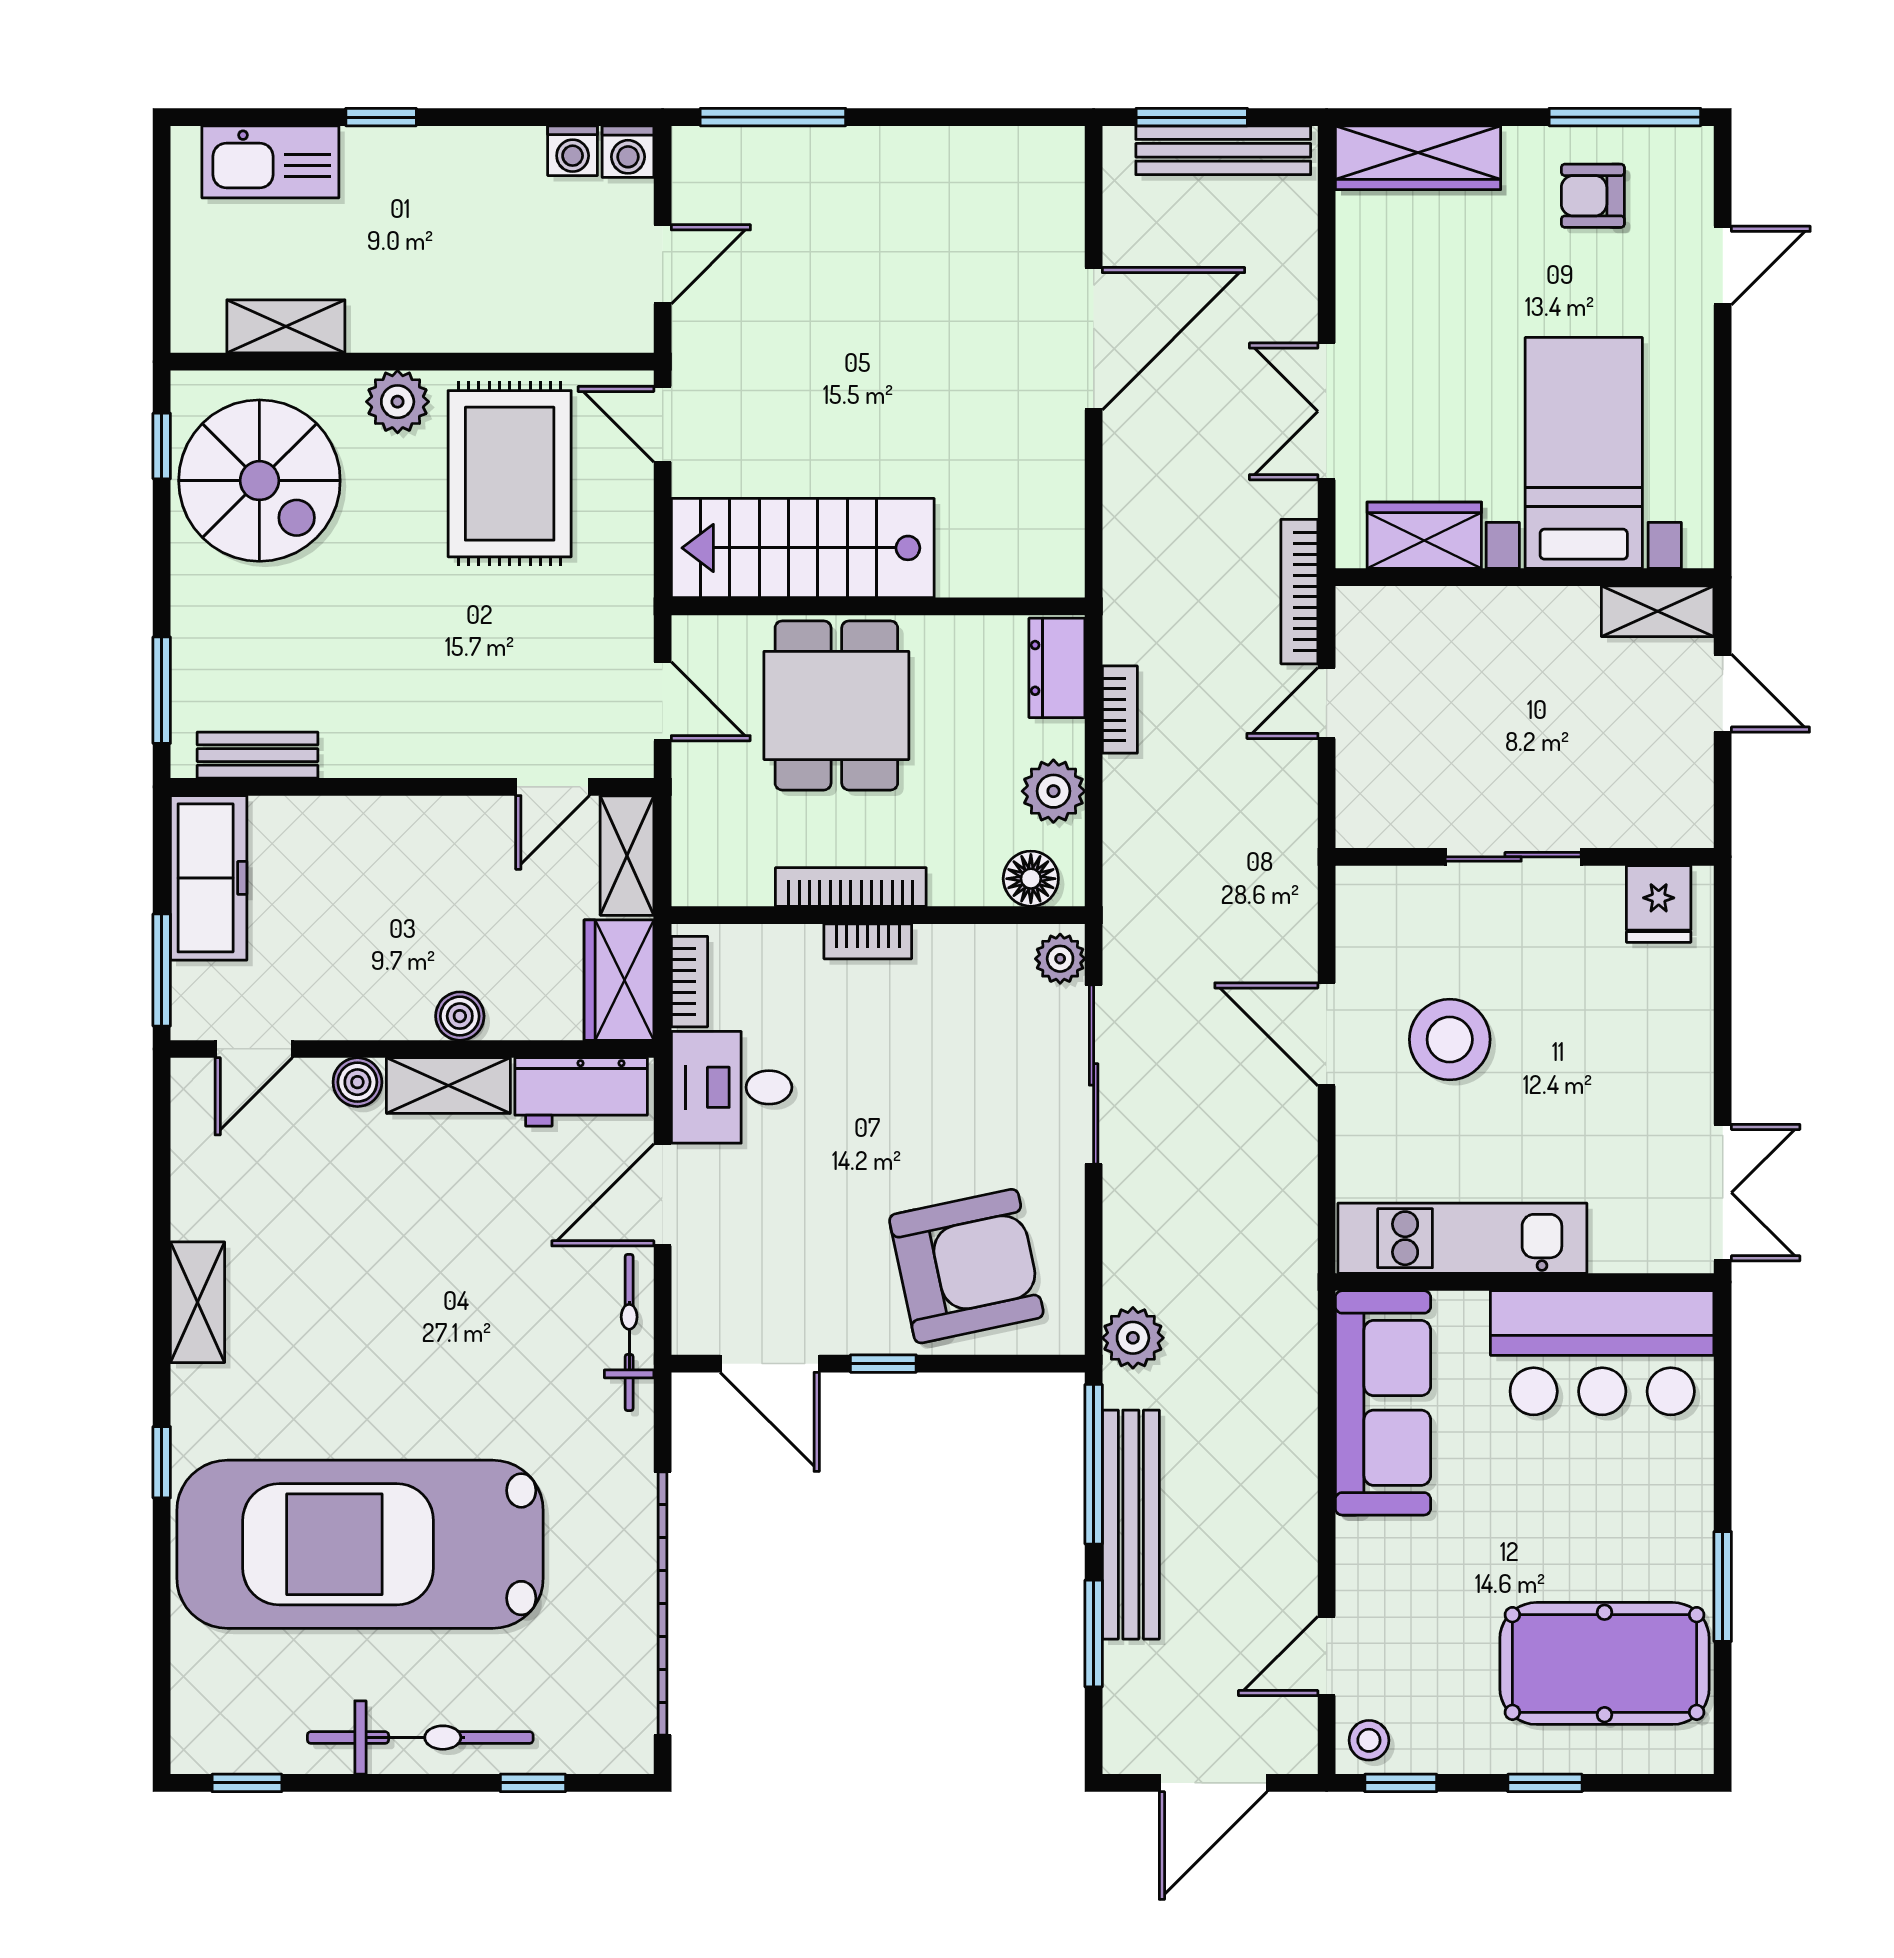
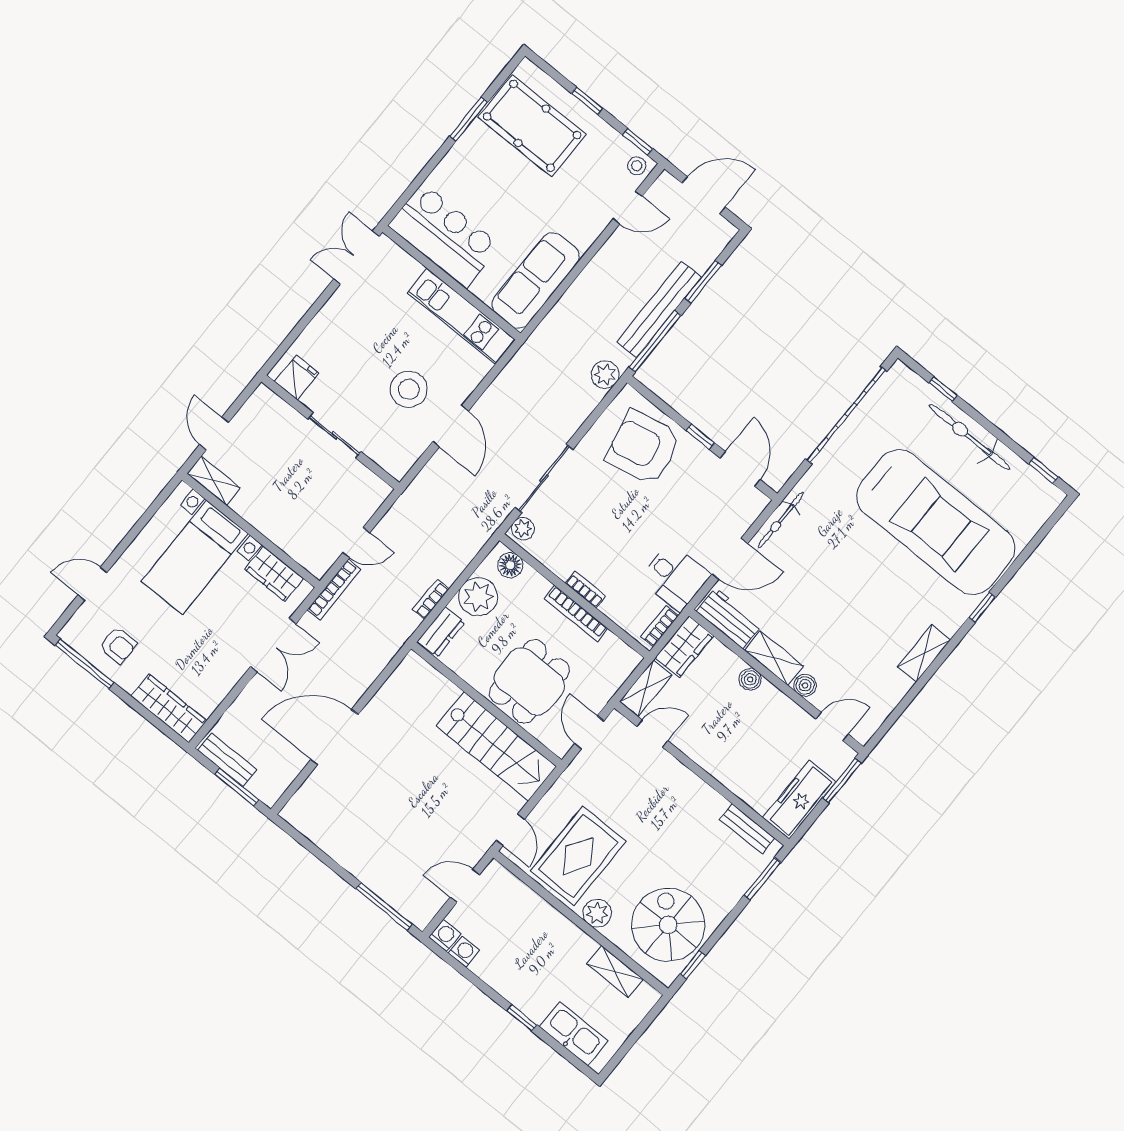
bench: (1223, 150) -> (227, 760), width x0.73
plant: (1053, 791) -> (478, 597), width x1.36, depth x1.36

